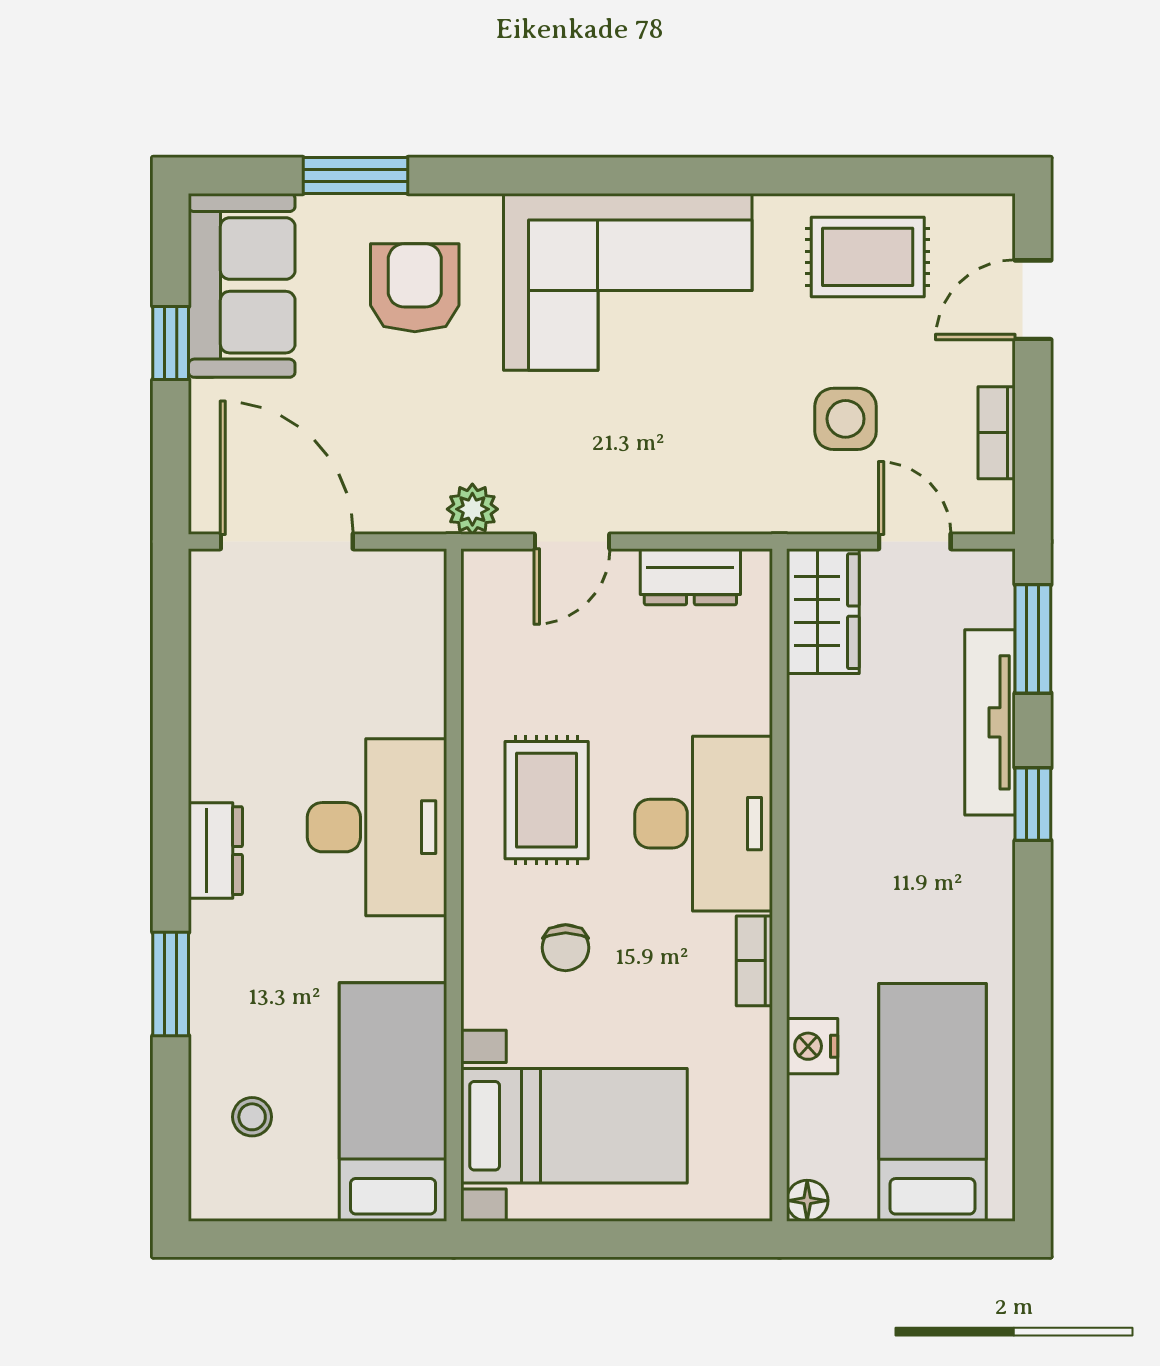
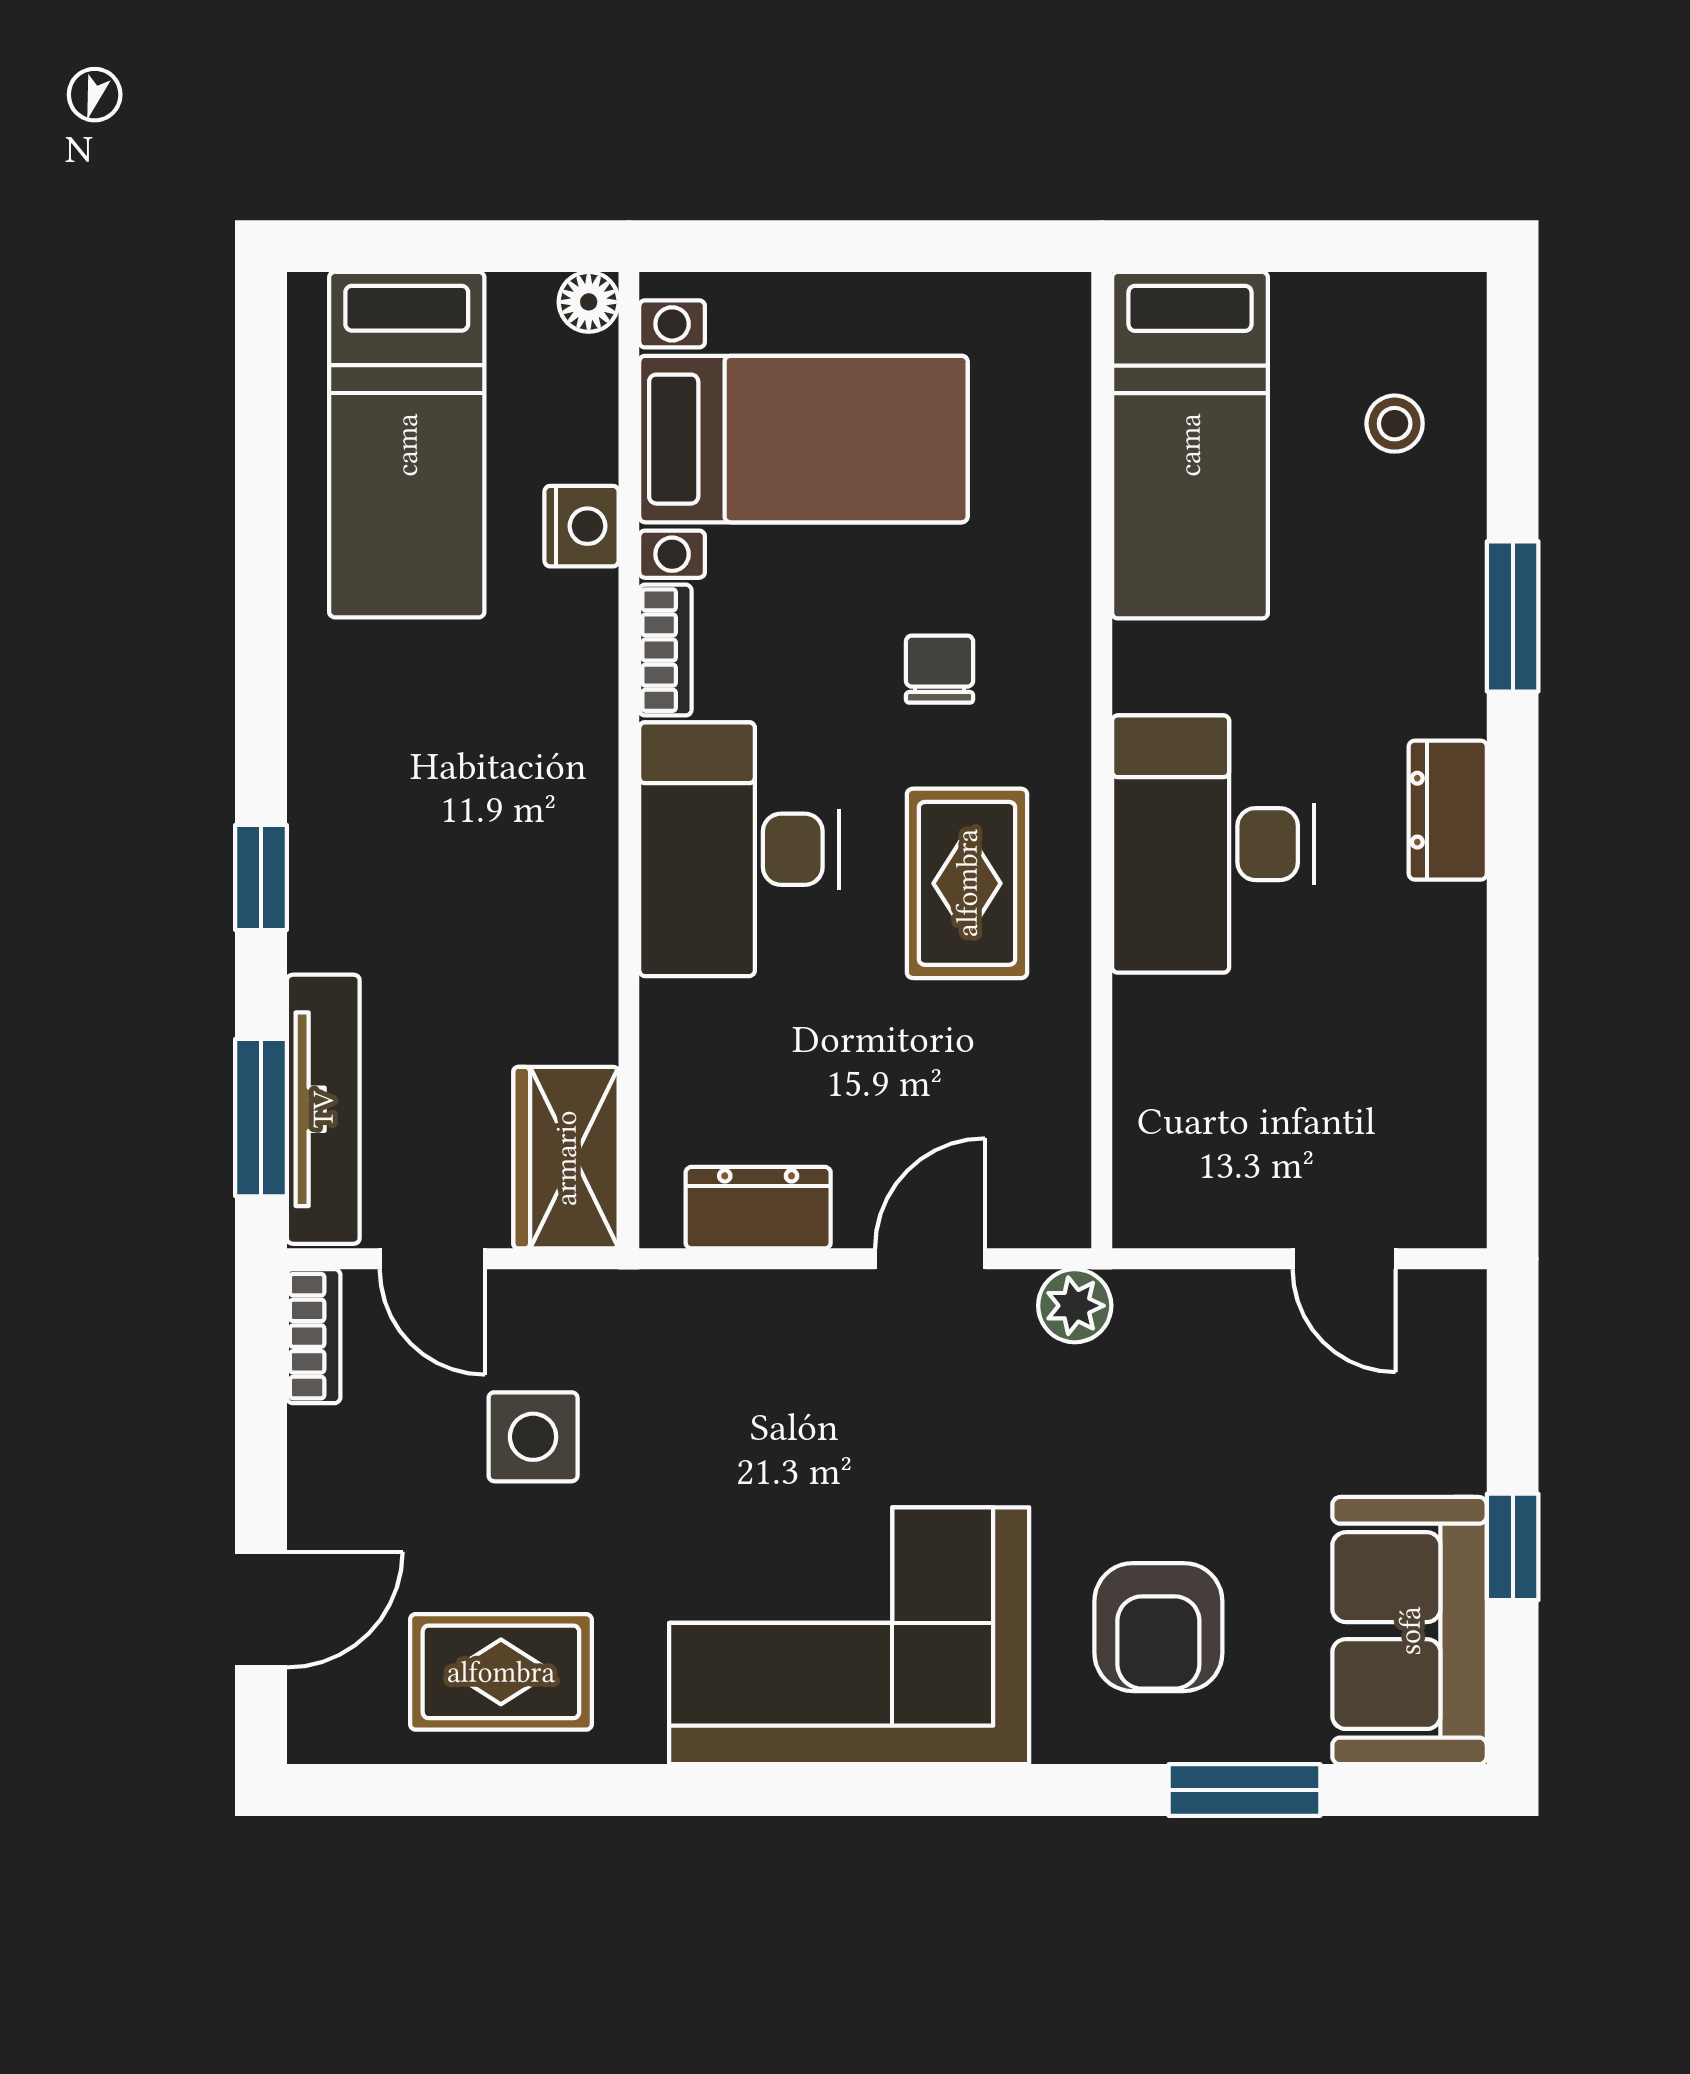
bookcase: (997, 433) -> (314, 1336), moved
door: (287, 541) -> (1344, 1259), width x0.53
tv unit: (990, 722) -> (323, 1109), moved
bed with nightstands: (574, 1126) -> (803, 439), moved, turned 180

